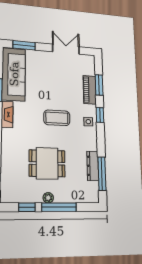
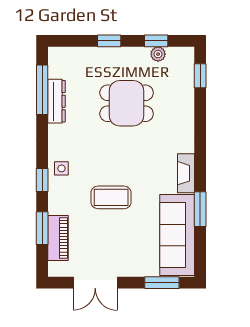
piano: (90, 90) -> (58, 238), moved
coffee table: (57, 118) -> (111, 197), moved
plant: (48, 198) -> (158, 54), moved
window: (59, 207) -> (109, 41), width x0.46

